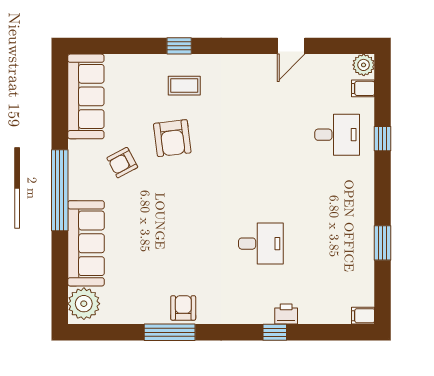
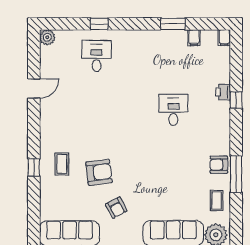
door: (291, 46) -> (34, 89), hinge flipped
filing cabinet: (363, 88) -> (194, 38), moved
coffee table: (133, 305) -> (217, 200), added

